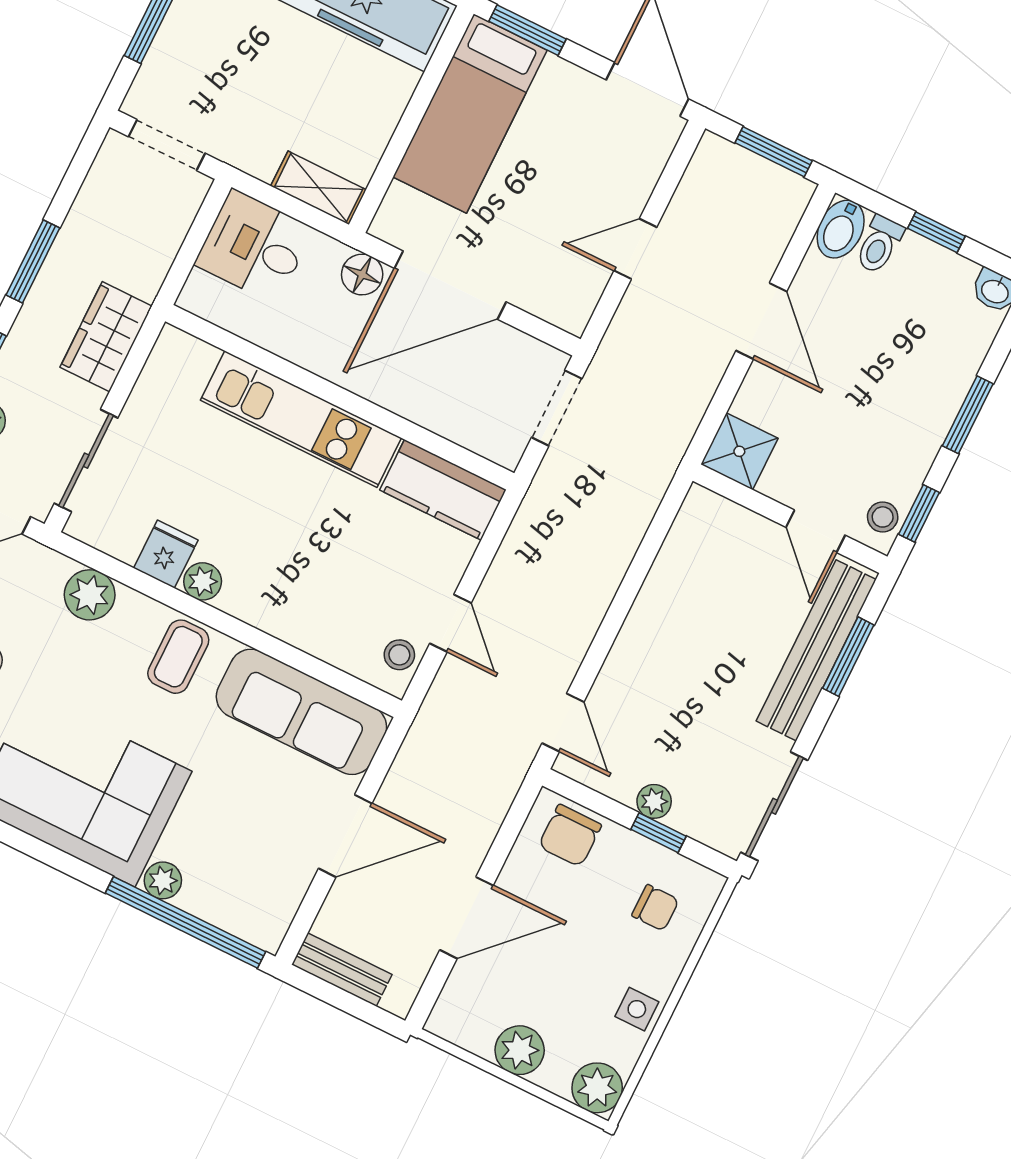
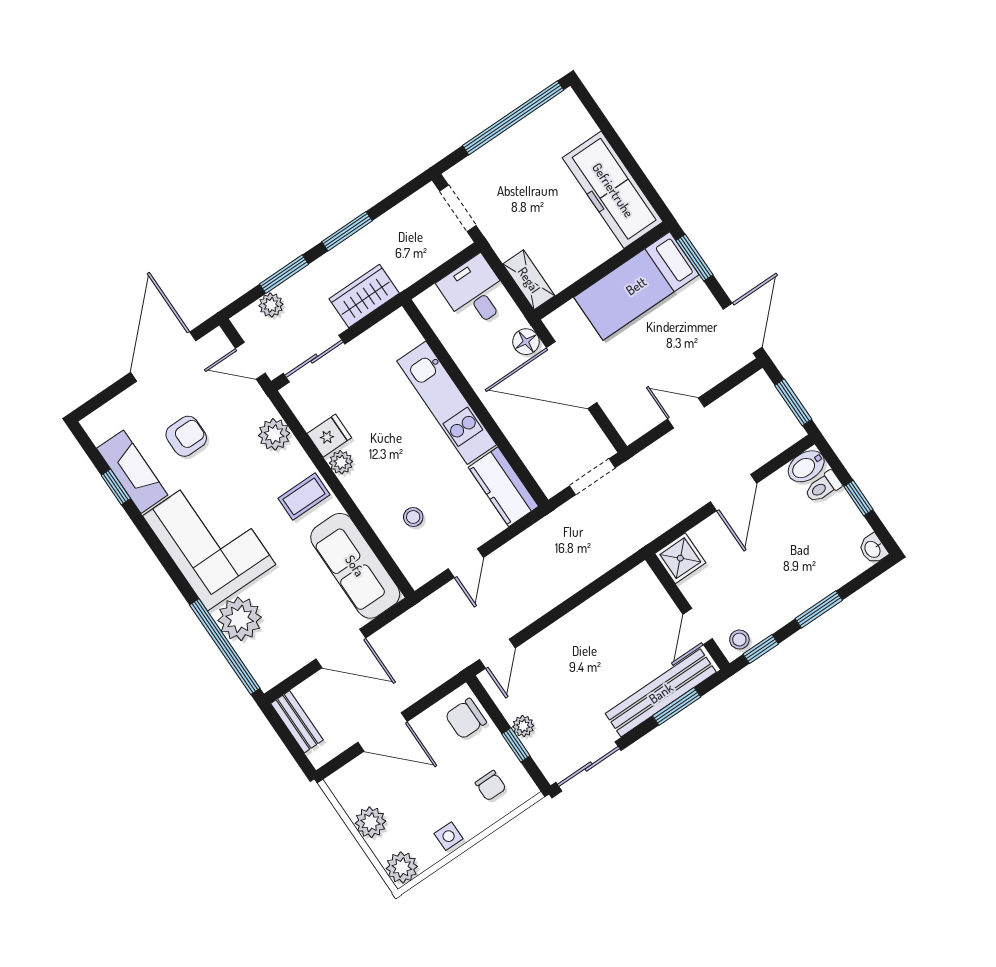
stool: (399, 655) -> (413, 517), moved
plant: (163, 880) -> (240, 619), width x1.87, depth x1.87

